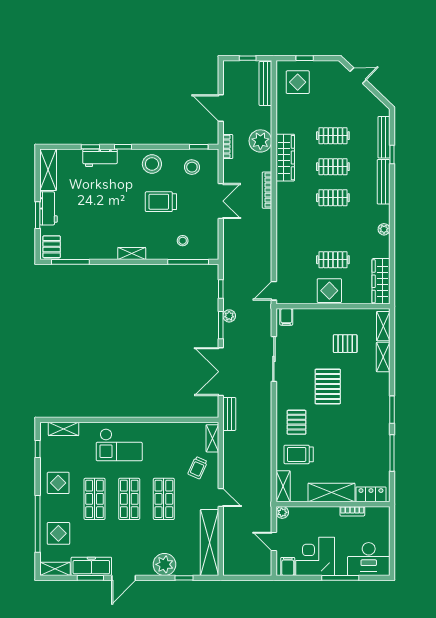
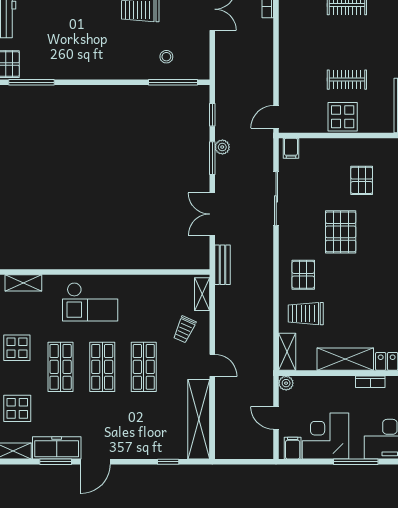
shelving: (132, 253) -> (105, 72), removed
pallet: (345, 344) -> (362, 180), turned 90
double door: (221, 372) -> (212, 214), width x0.73
plant: (164, 564) -> (145, 446), removed

